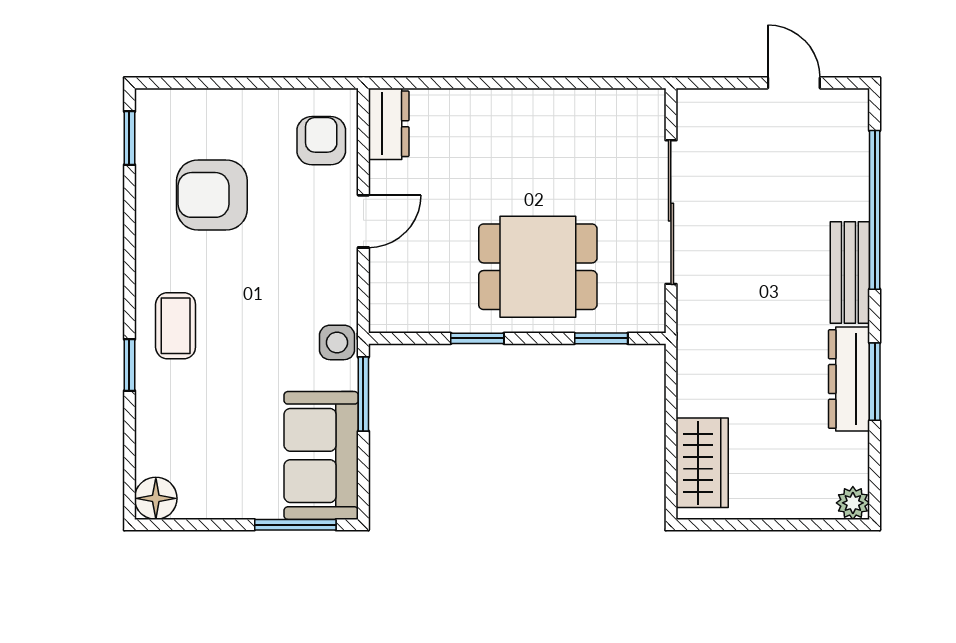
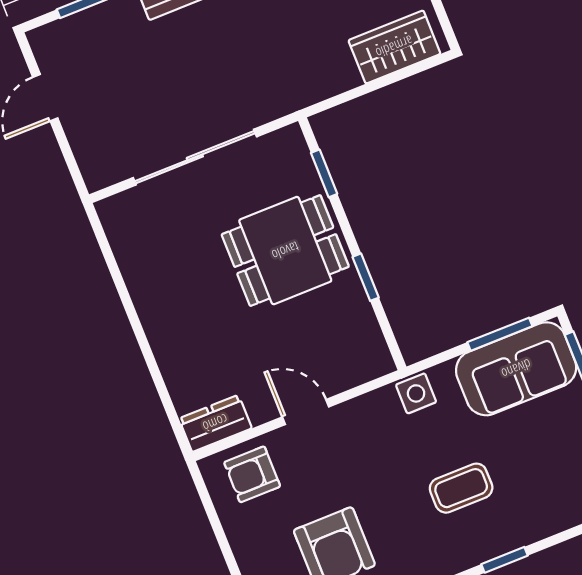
dining table: (538, 267) -> (285, 251), turned 90
coffee table: (176, 326) -> (461, 488), moved
window: (363, 394) -> (500, 334), moved

